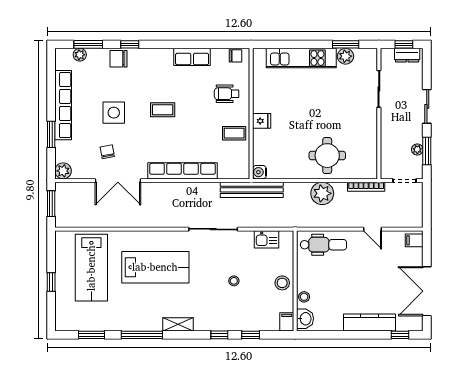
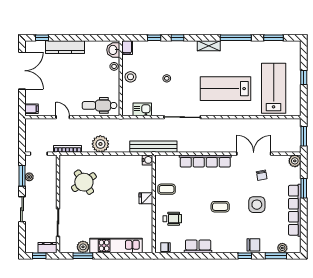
dresser: (407, 55) -> (47, 248), moved
round table: (327, 156) -> (84, 182), moved, turned -34

